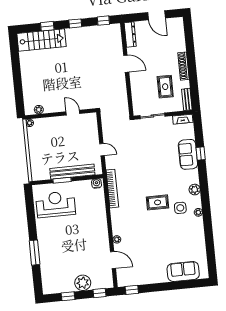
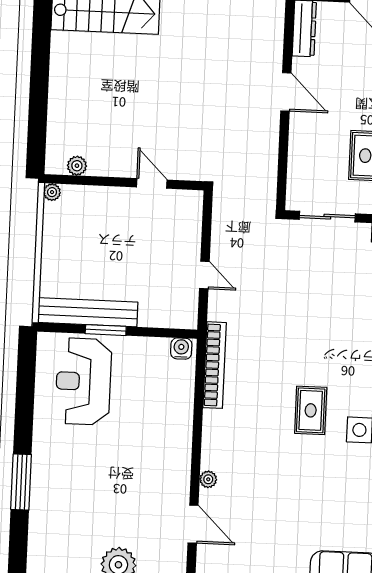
bench: (72, 172) -> (88, 312), moved
rug: (158, 202) -> (311, 410), turned 90
reception desk: (56, 204) -> (83, 381), turned -90

